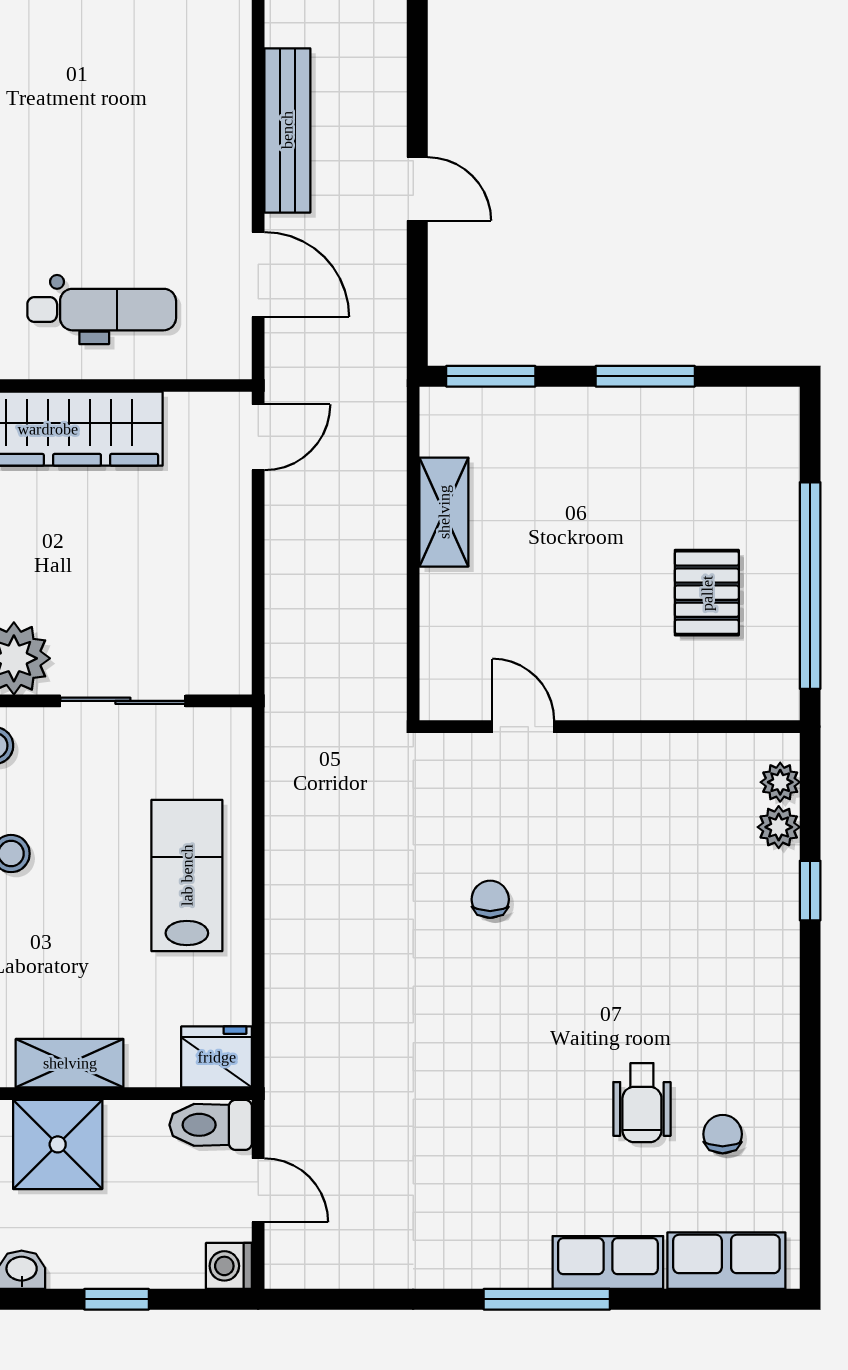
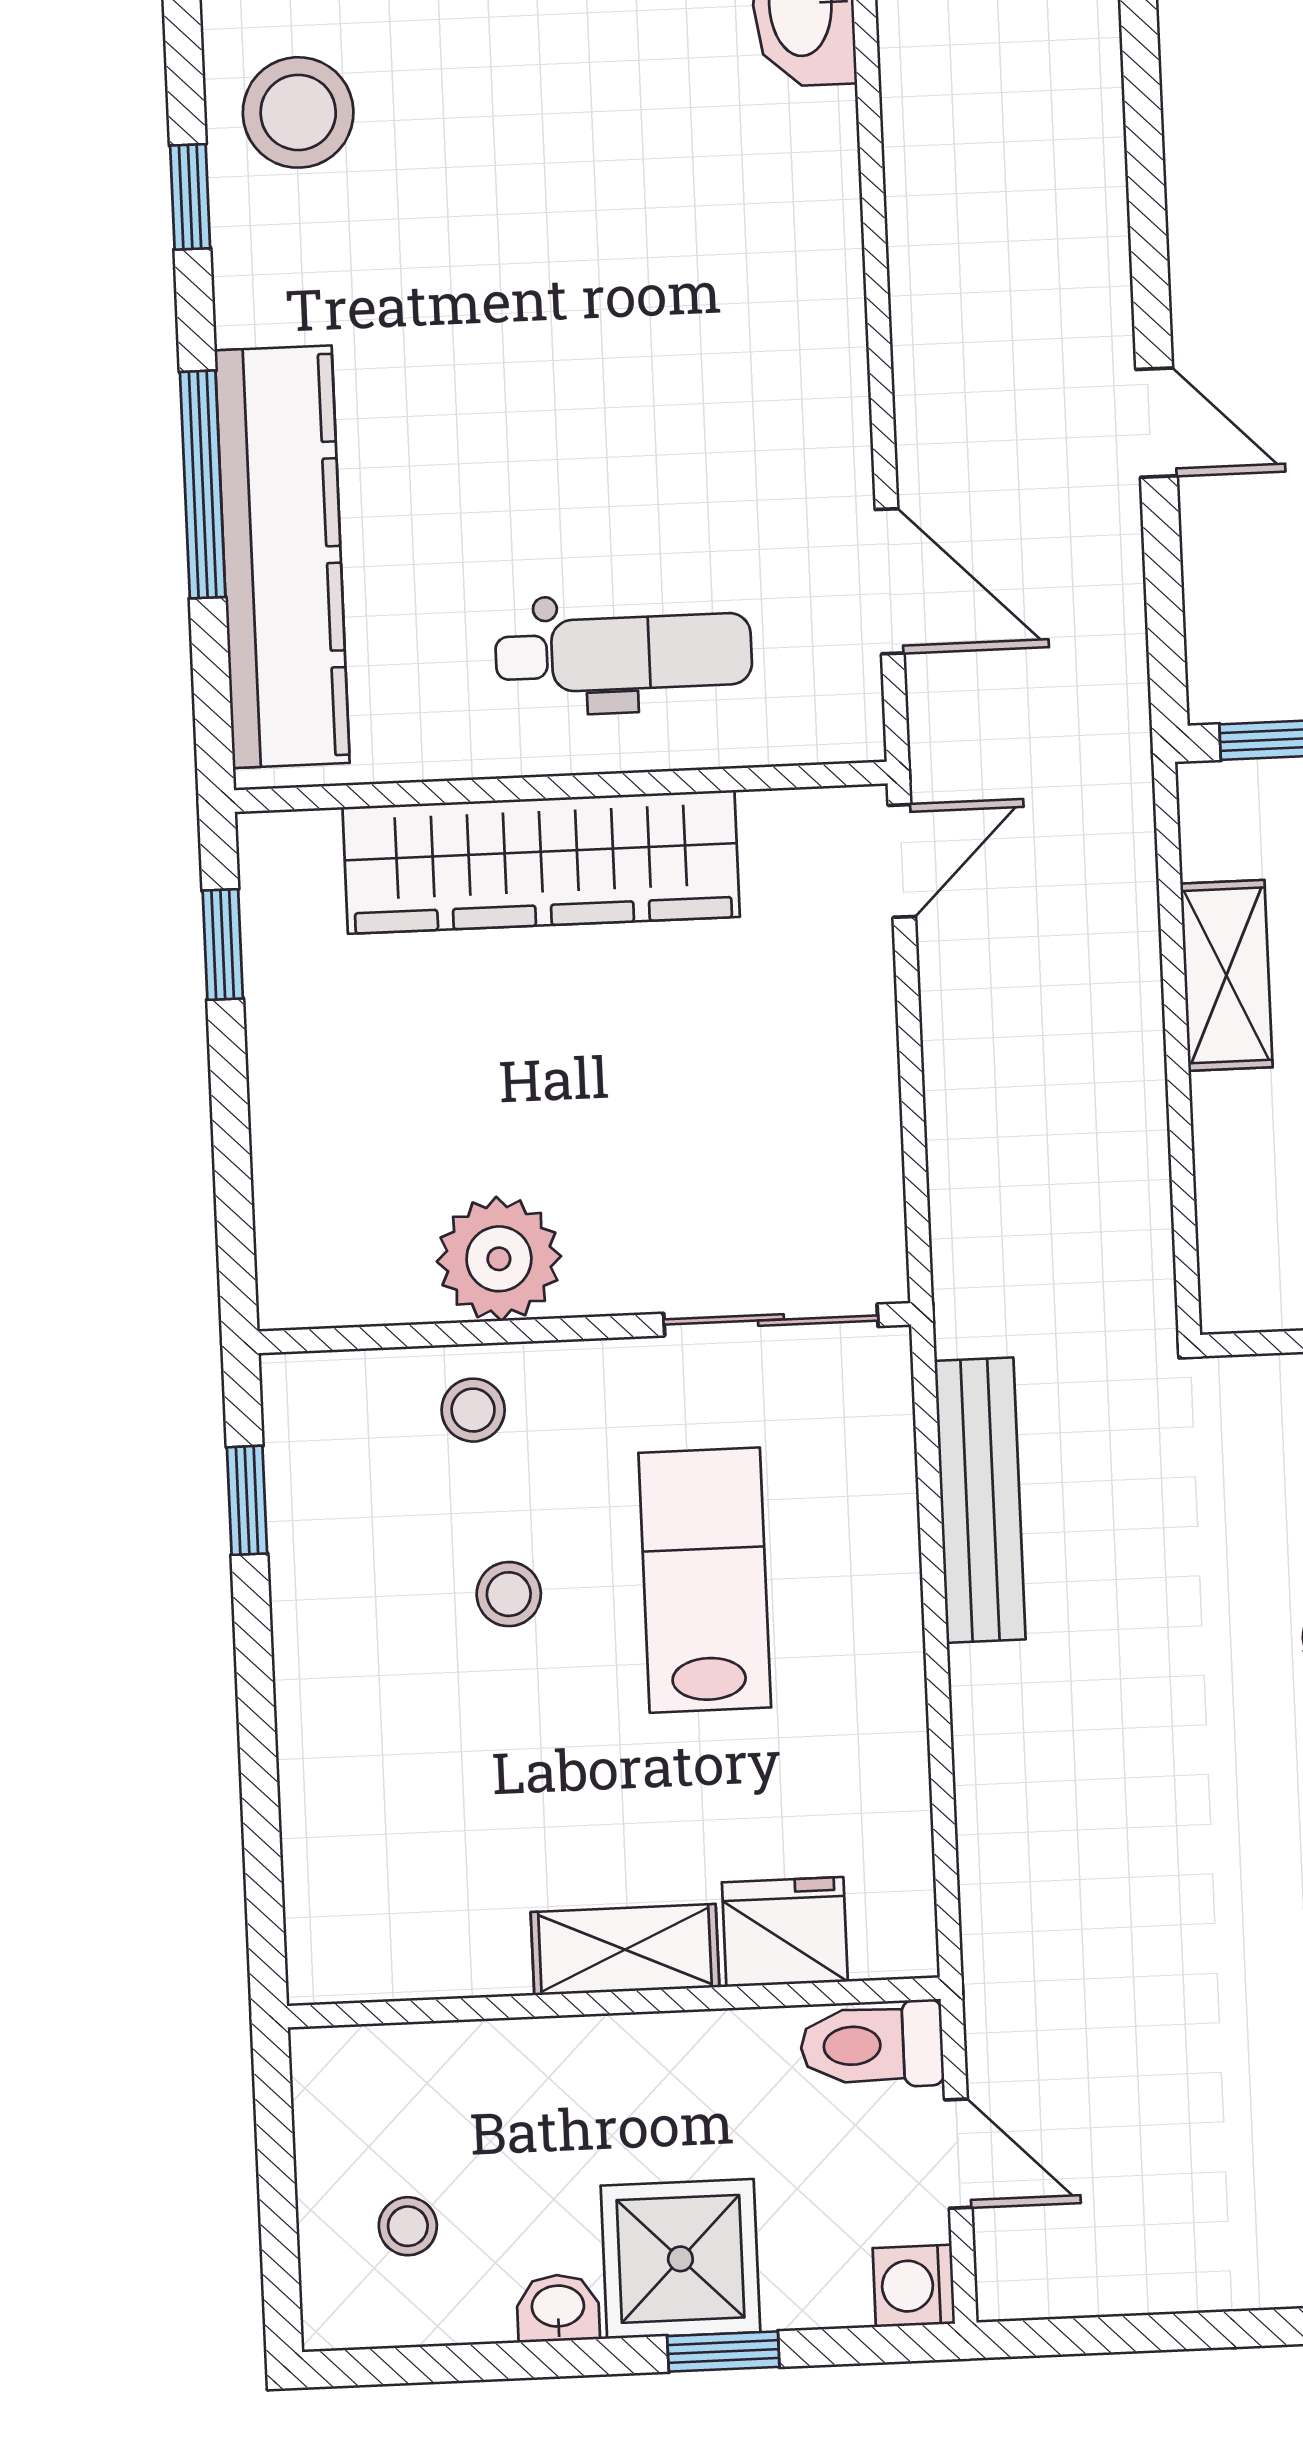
bench: (287, 130) -> (980, 1500), moved
sliding door: (123, 701) -> (771, 1320), moved
lab bench: (187, 875) -> (705, 1580), moved
fridge: (217, 1057) -> (785, 1932), moved
shower: (58, 1144) -> (680, 2259), moved

